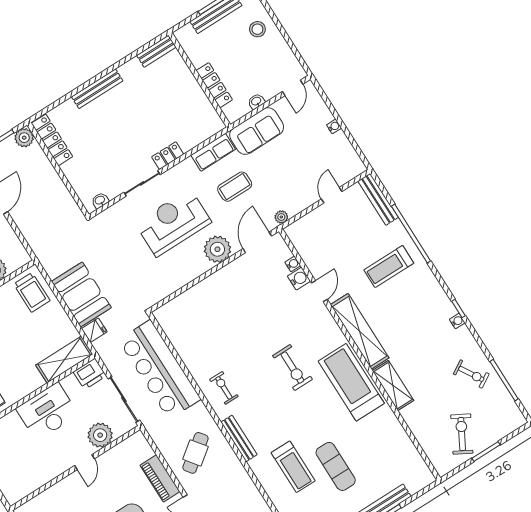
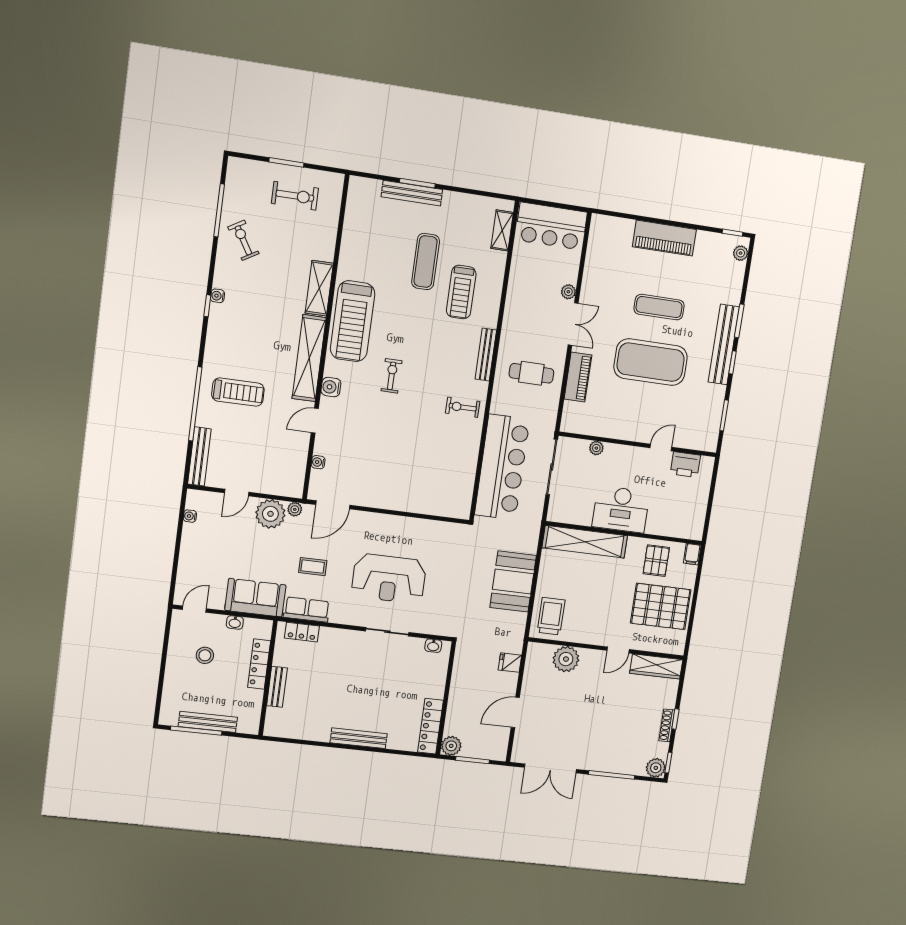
stool: (257, 29) -> (205, 655), moved
bench: (156, 51) -> (277, 687), moved, turned 90
water cooler: (334, 126) -> (190, 516), moved
locker: (168, 156) -> (302, 632), moved
coffee table: (235, 187) -> (313, 567), width x0.73, depth x0.77
plant: (217, 249) -> (270, 514), moved
water cooler: (299, 279) -> (331, 387), moved
fridge: (94, 330) -> (510, 663), moved
shelving: (64, 360) -> (585, 542), width x1.47
exercise bike: (292, 367) -> (392, 376), width x0.73, depth x0.72
printer: (90, 374) -> (685, 465), moved, turned 180
exercise bike: (224, 388) -> (463, 407), turned 90
exercise bike: (462, 434) -> (295, 196), turned -119
plant: (100, 435) -> (596, 448), width x0.53, depth x0.53
cafe table: (195, 453) -> (531, 373), turned 37
door: (84, 462) -> (661, 448), moved
treadmill: (293, 467) -> (461, 292), turned 180

